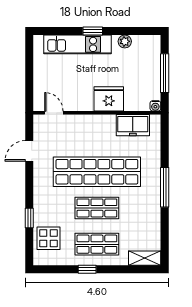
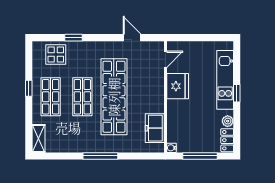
locker: (147, 42) -> (227, 140), added
fridge: (109, 99) -> (178, 86), moved

